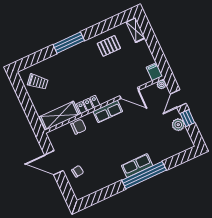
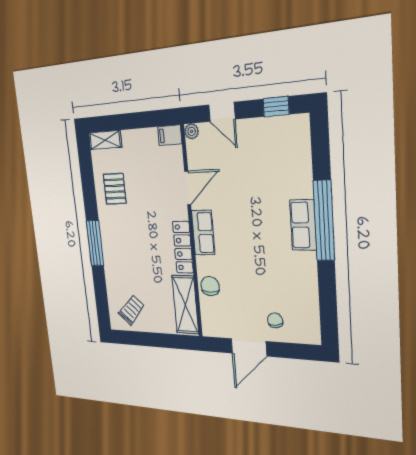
locker: (88, 104) -> (183, 247), width x1.53
window: (187, 118) -> (276, 107), moved
plant: (178, 125) -> (263, 128), removed

